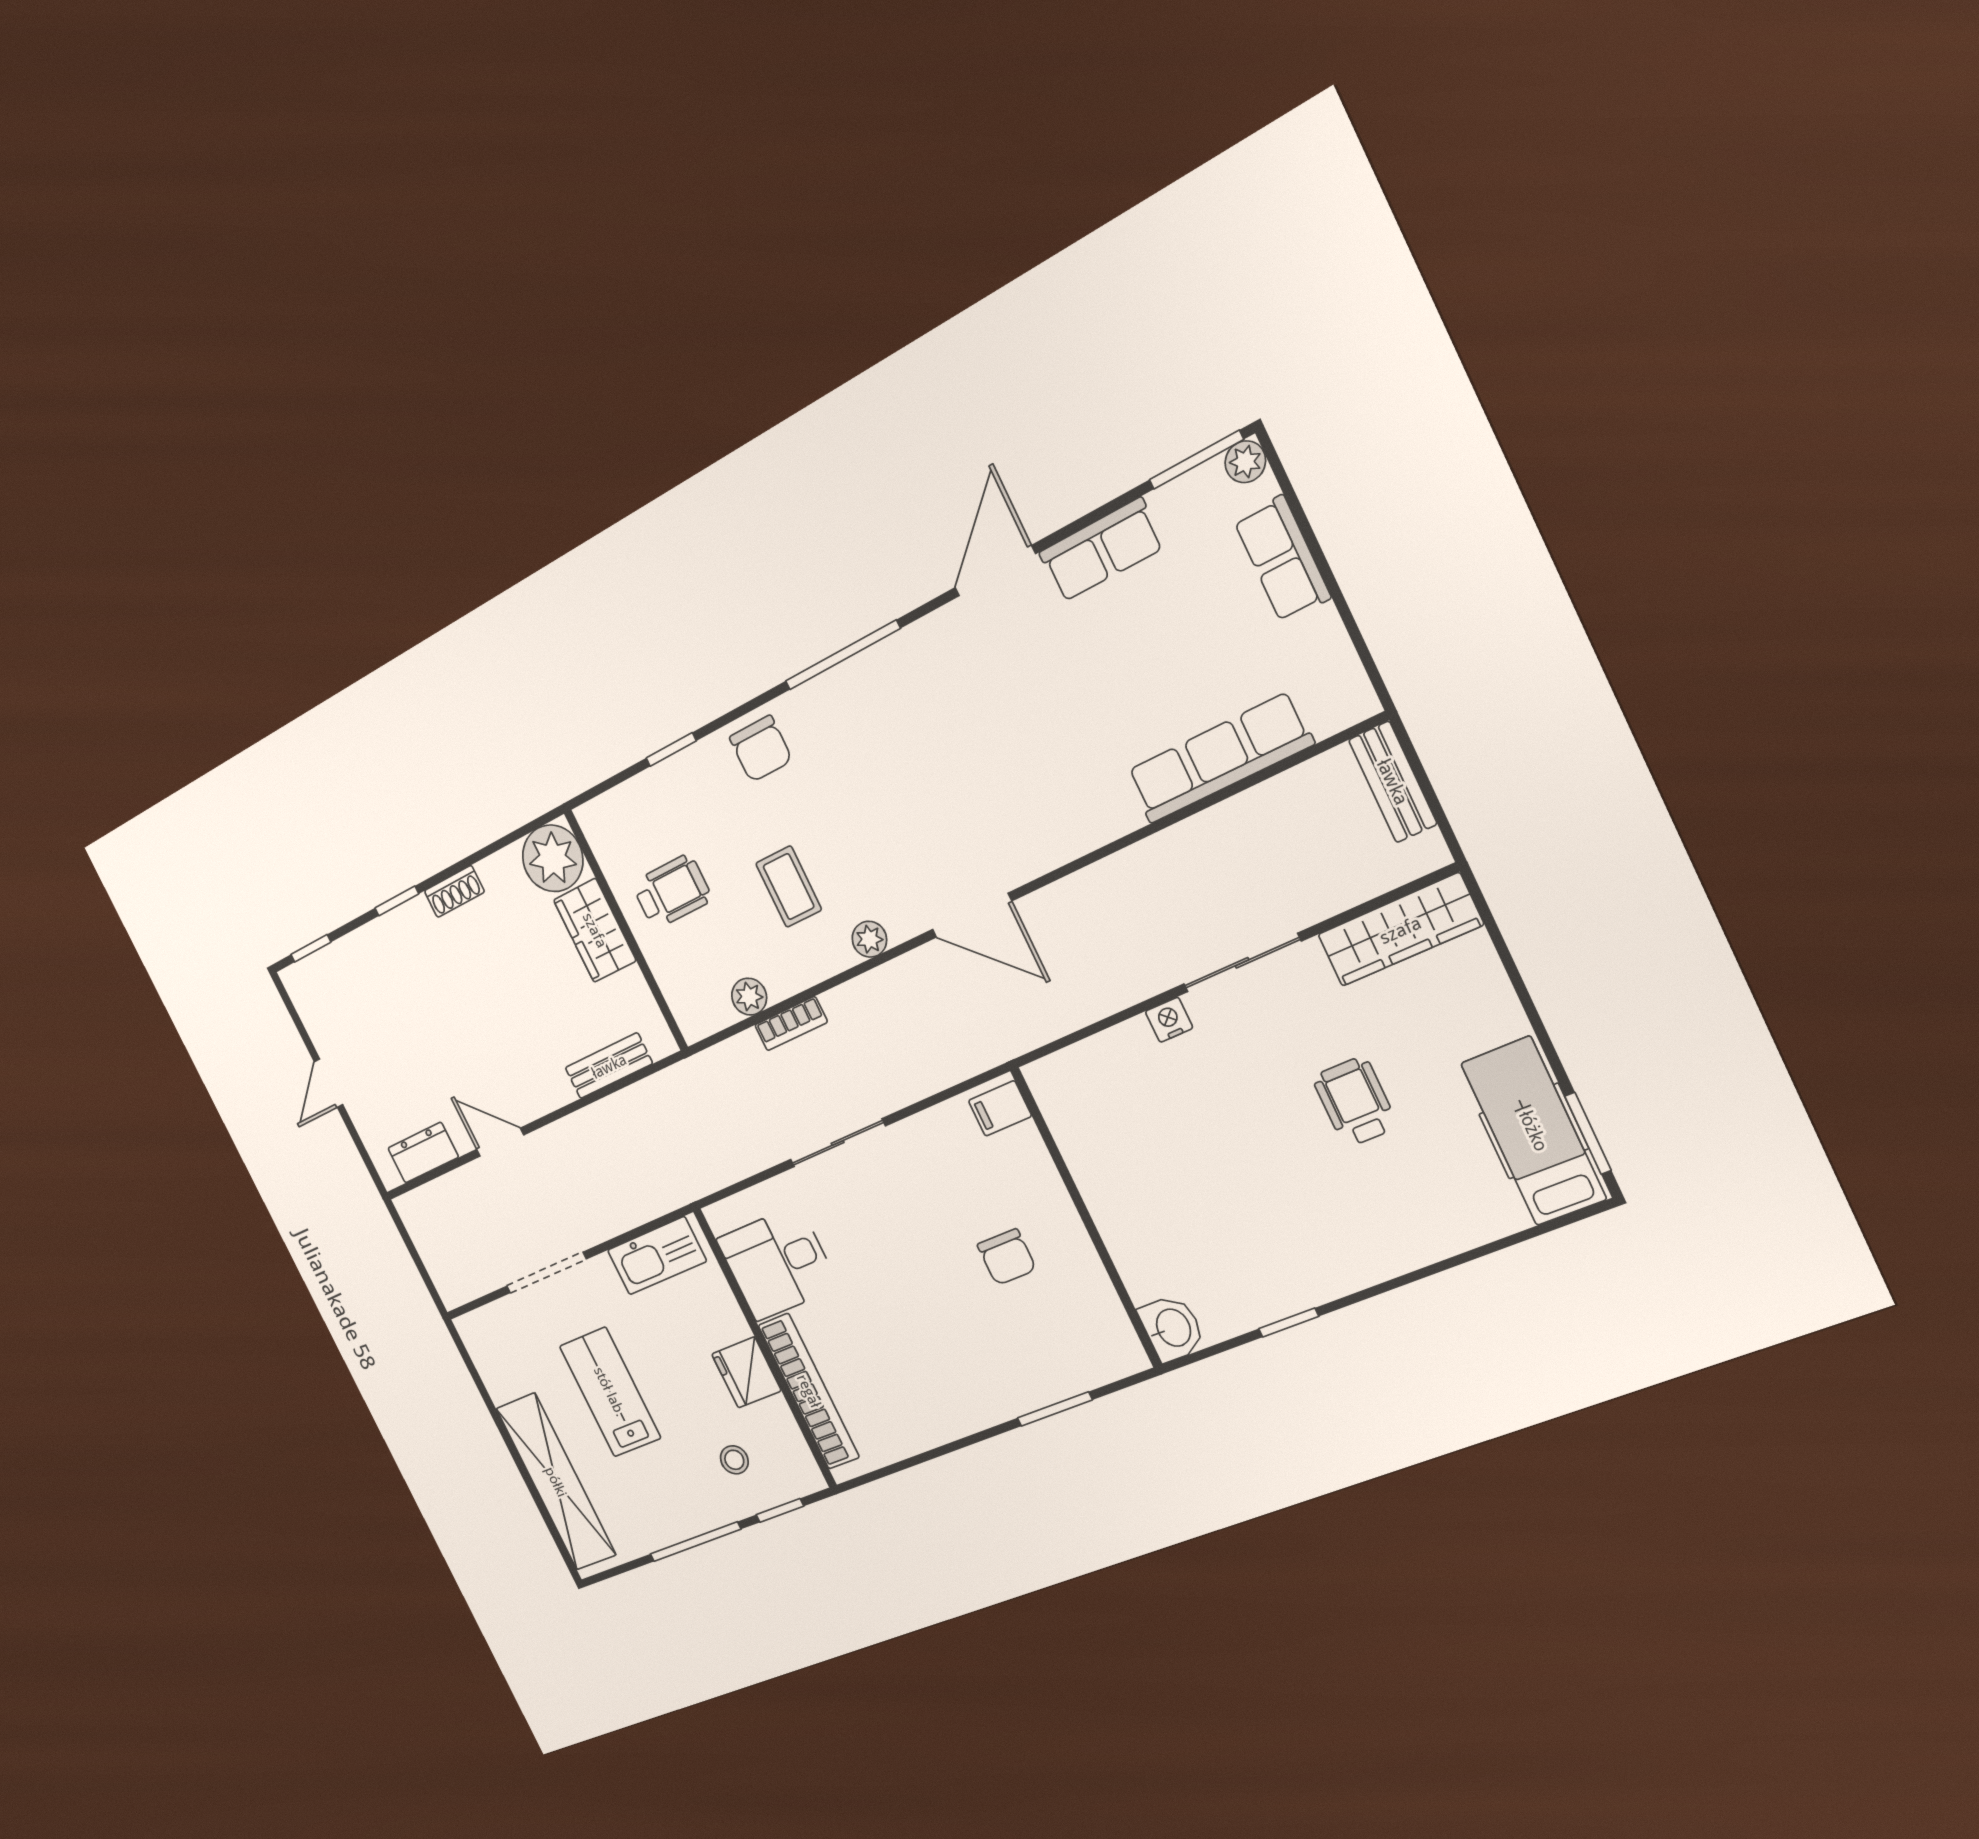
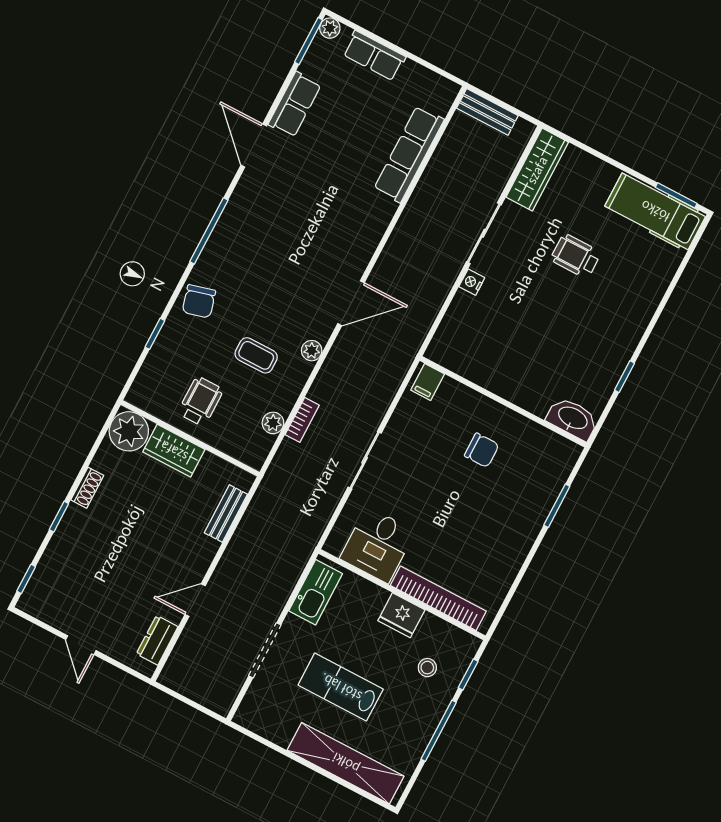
chair: (761, 749) -> (199, 301), turned 75
washbasin: (1172, 1328) -> (572, 419), width x1.38

